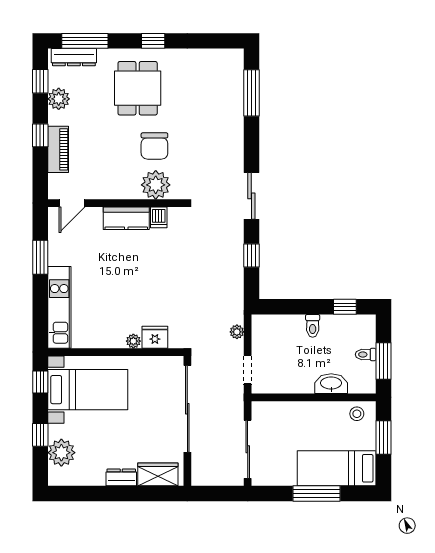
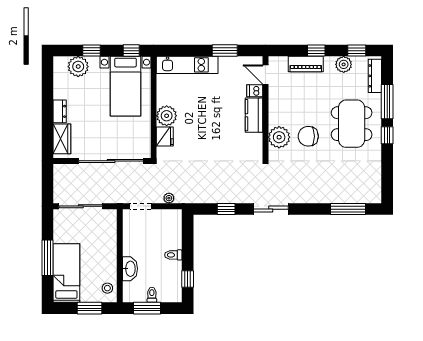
window: (85, 41) -> (387, 102), moved
dining table: (138, 88) -> (352, 124), width x1.38
dishwasher: (159, 217) -> (255, 91), moved
plant: (133, 341) -> (167, 116), width x1.88, depth x1.88

